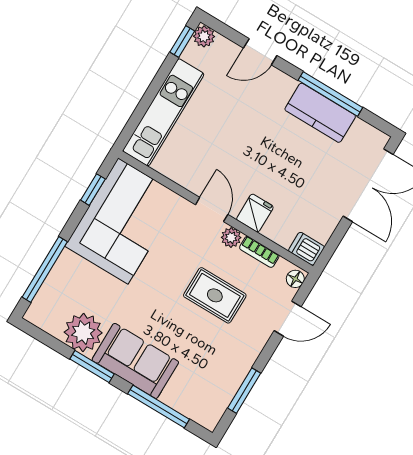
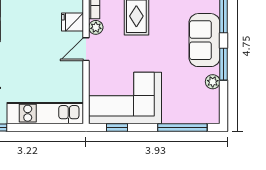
plant: (83, 332) -> (213, 82), width x0.53, depth x0.53

